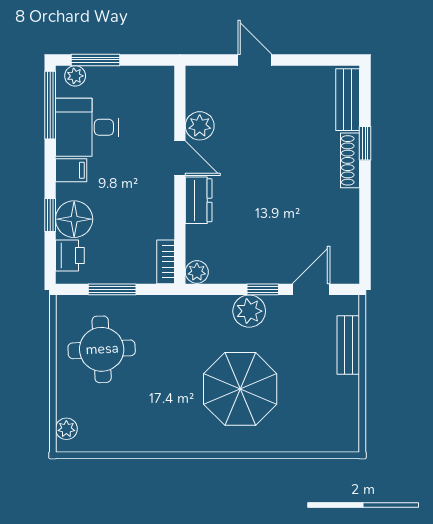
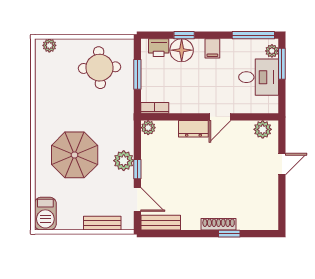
bench: (348, 100) -> (161, 223), moved
plant: (200, 126) -> (263, 129), moved
desk: (87, 127) -> (259, 77), moved, turned 90
barbecue: (333, 435) -> (45, 214), added

